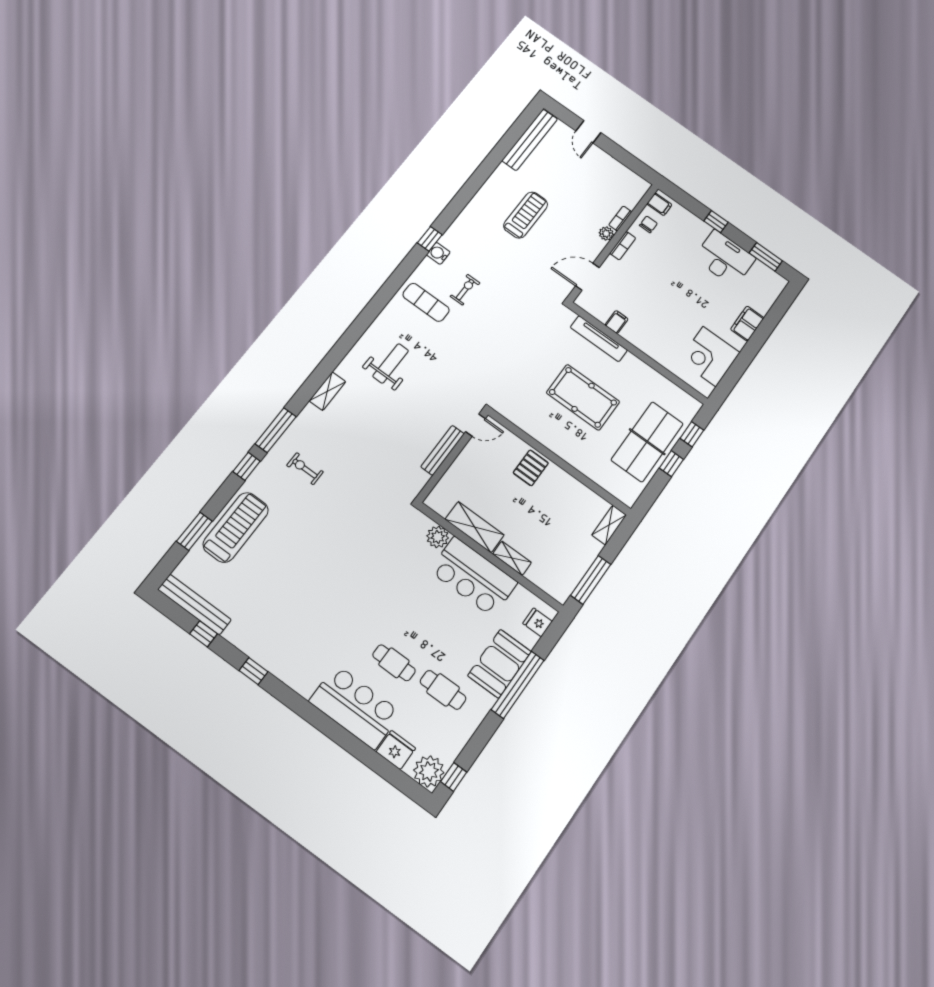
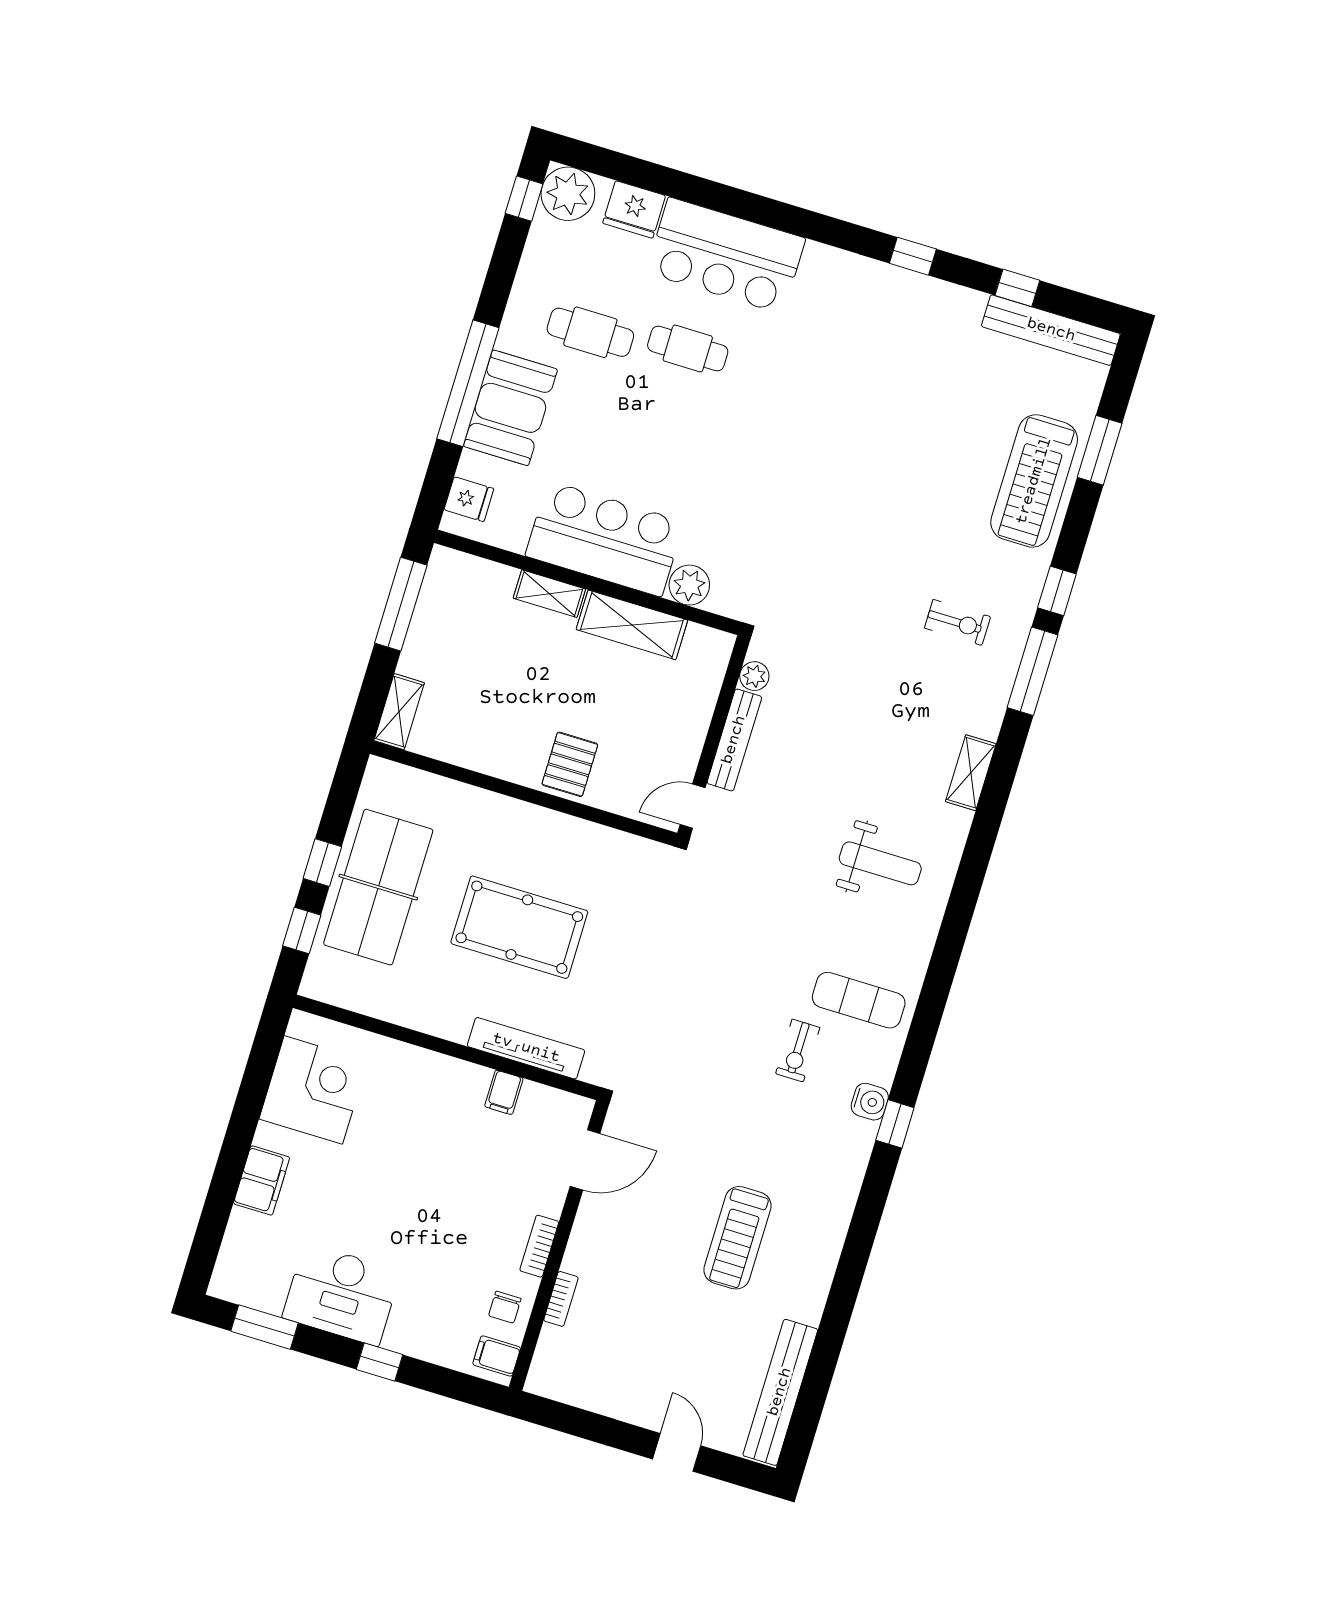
plant: (606, 234) -> (754, 676), moved
weight bench: (391, 363) -> (880, 863), turned -90

